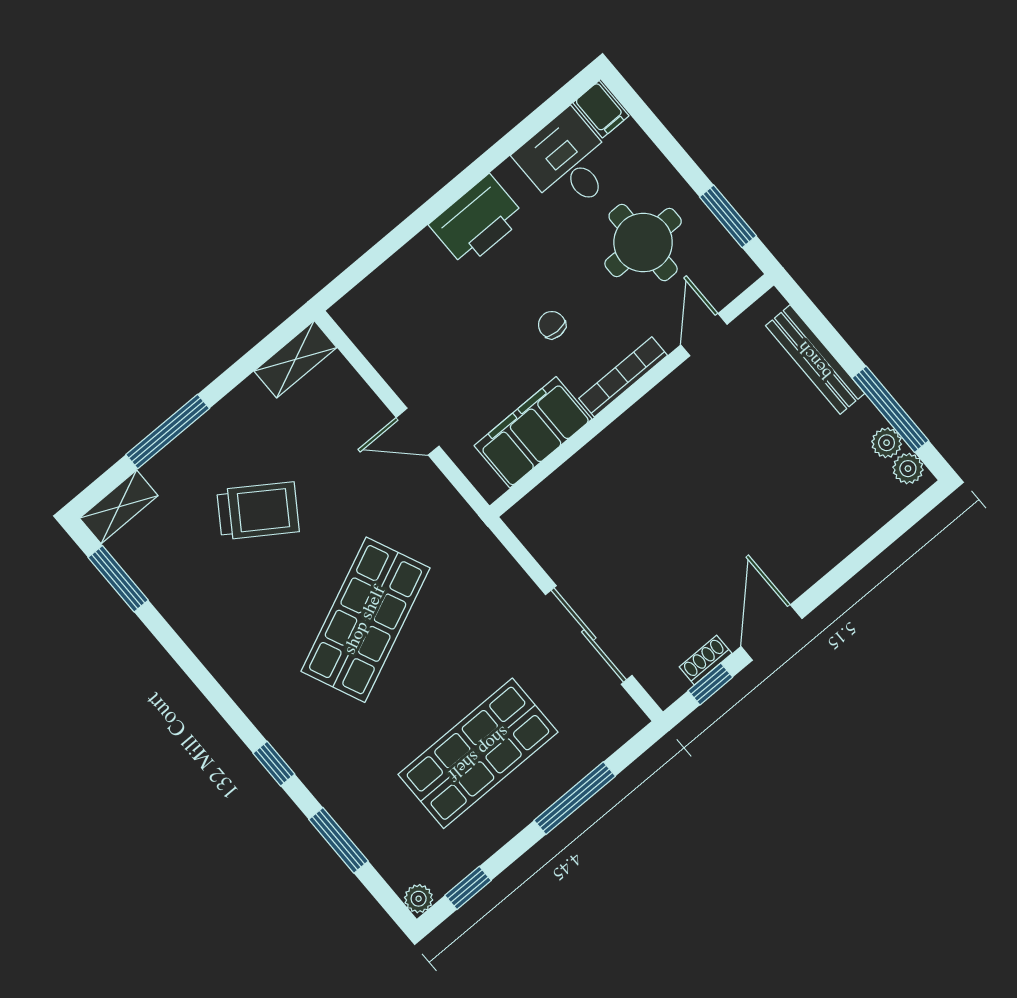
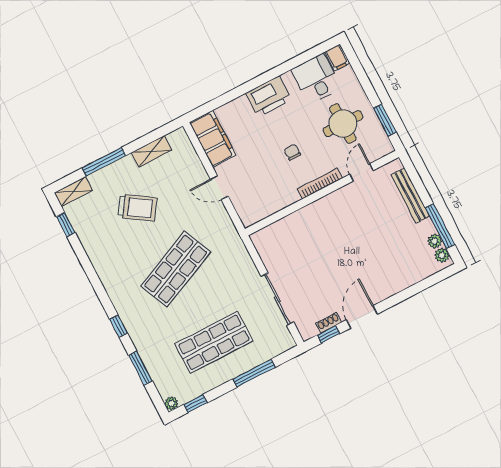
shelving: (295, 359) -> (151, 151), moved
filing cabinet: (533, 432) -> (213, 139), moved, turned 90
window: (118, 579) -> (66, 225), width x0.67

